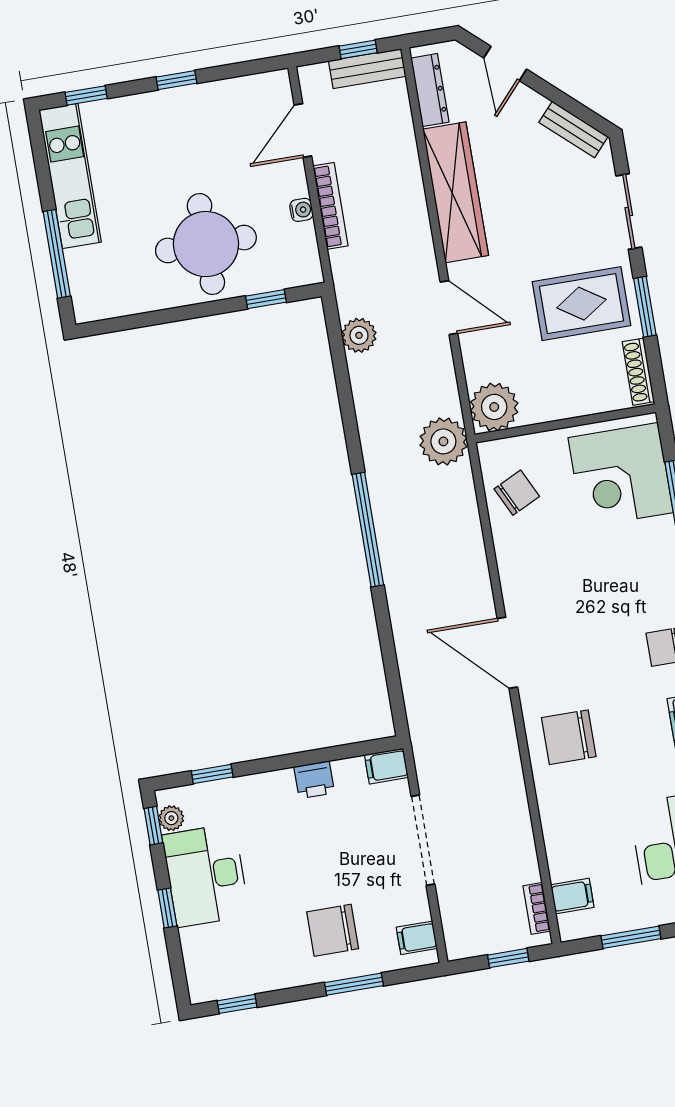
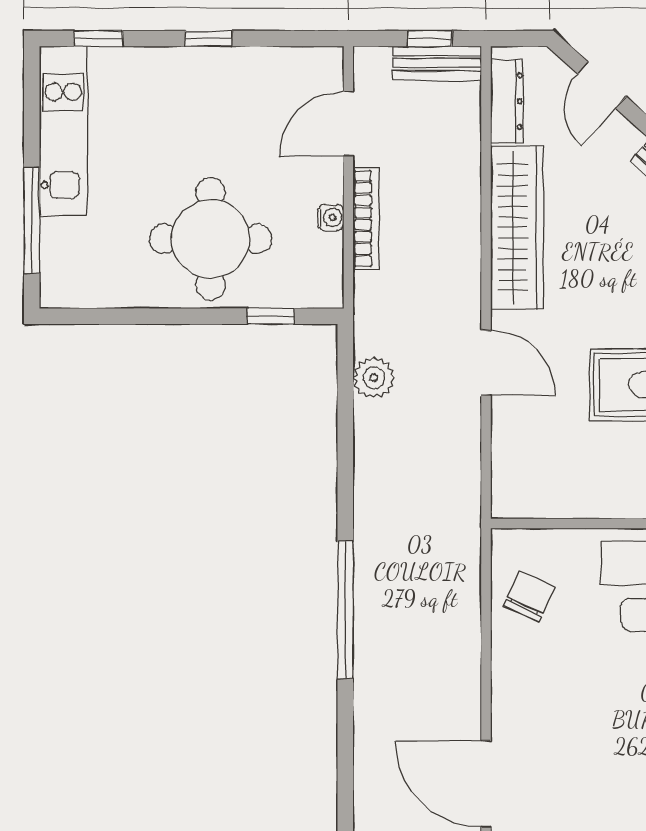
plant: (494, 407) -> (520, 490), removed
plant: (443, 441) -> (453, 521), removed
chair: (517, 493) -> (529, 596), turned -39

